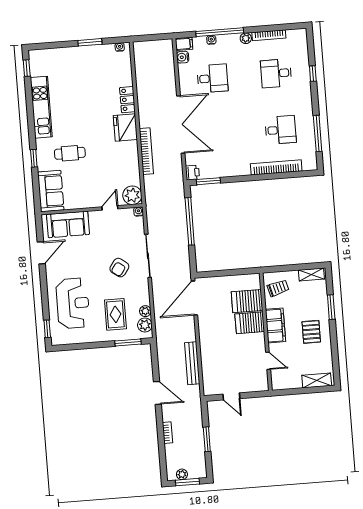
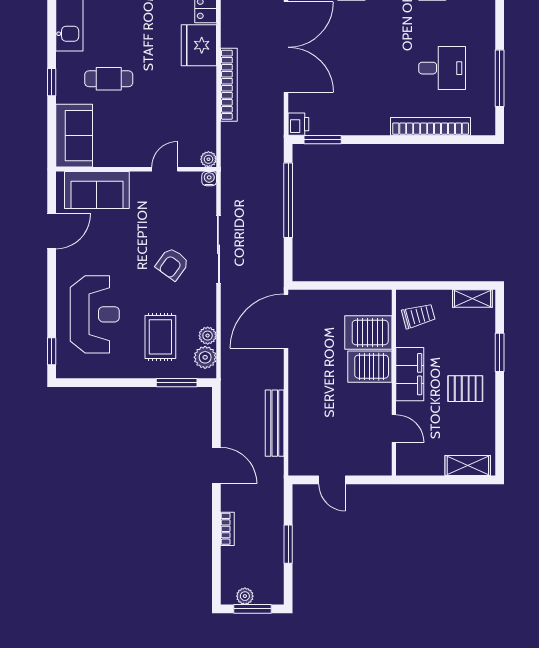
plant: (132, 195) -> (208, 159), width x0.53, depth x0.53
pallet: (311, 332) -> (465, 389), turned 90

